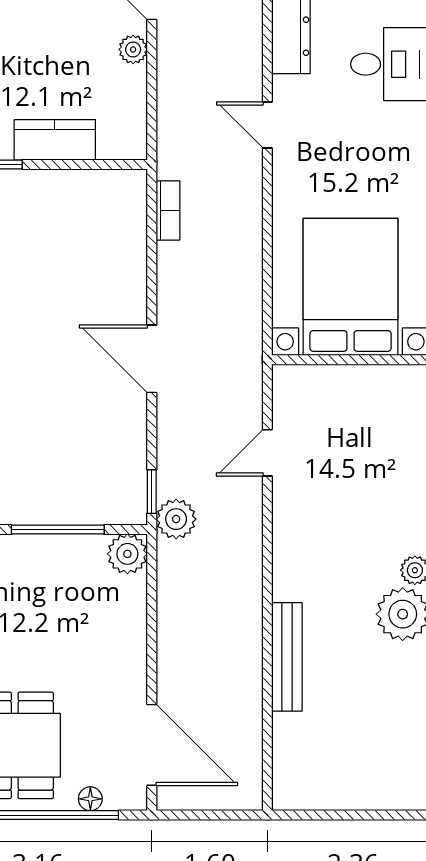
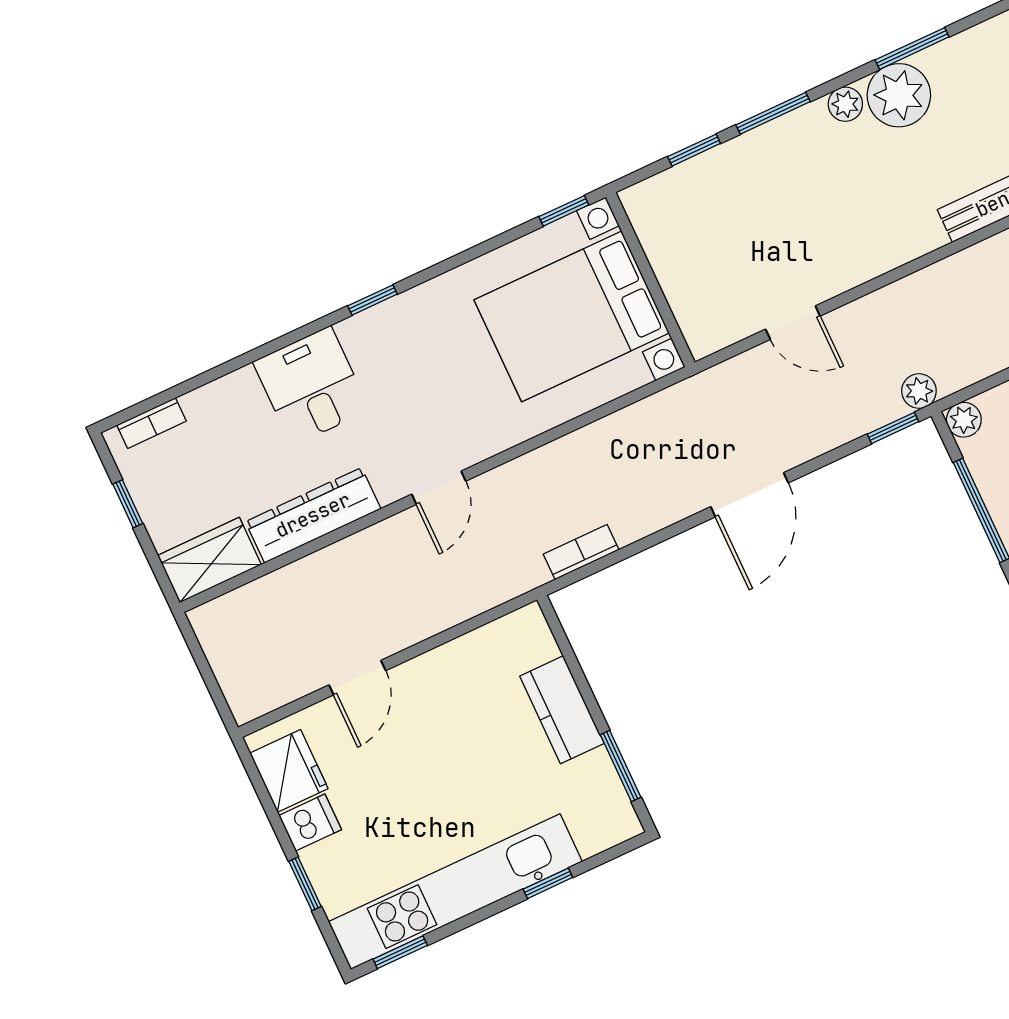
plant: (133, 49) -> (425, 671), removed
plant: (176, 519) -> (919, 391), width x0.73, depth x0.73
plant: (127, 554) -> (964, 420), width x0.73, depth x0.73

